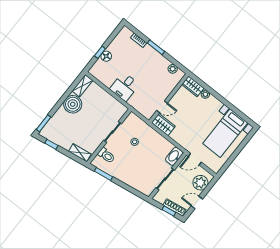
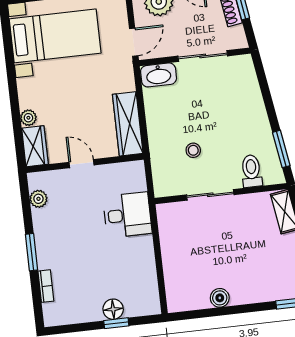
shelving: (82, 86) -> (188, 301), removed
desk: (124, 87) -> (127, 215), moved
boiler: (73, 104) -> (220, 298), width x0.54, depth x0.54
door: (162, 107) -> (82, 164), moved
wardrobe: (163, 124) -> (128, 124), width x1.50
door: (195, 159) -> (134, 42), hinge flipped

